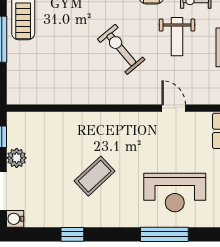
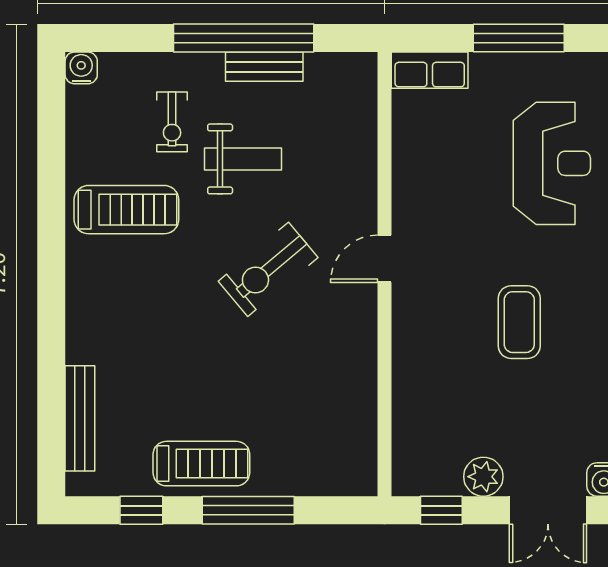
door: (174, 108) -> (385, 259), moved
coffee table: (95, 176) -> (519, 322), turned 43

